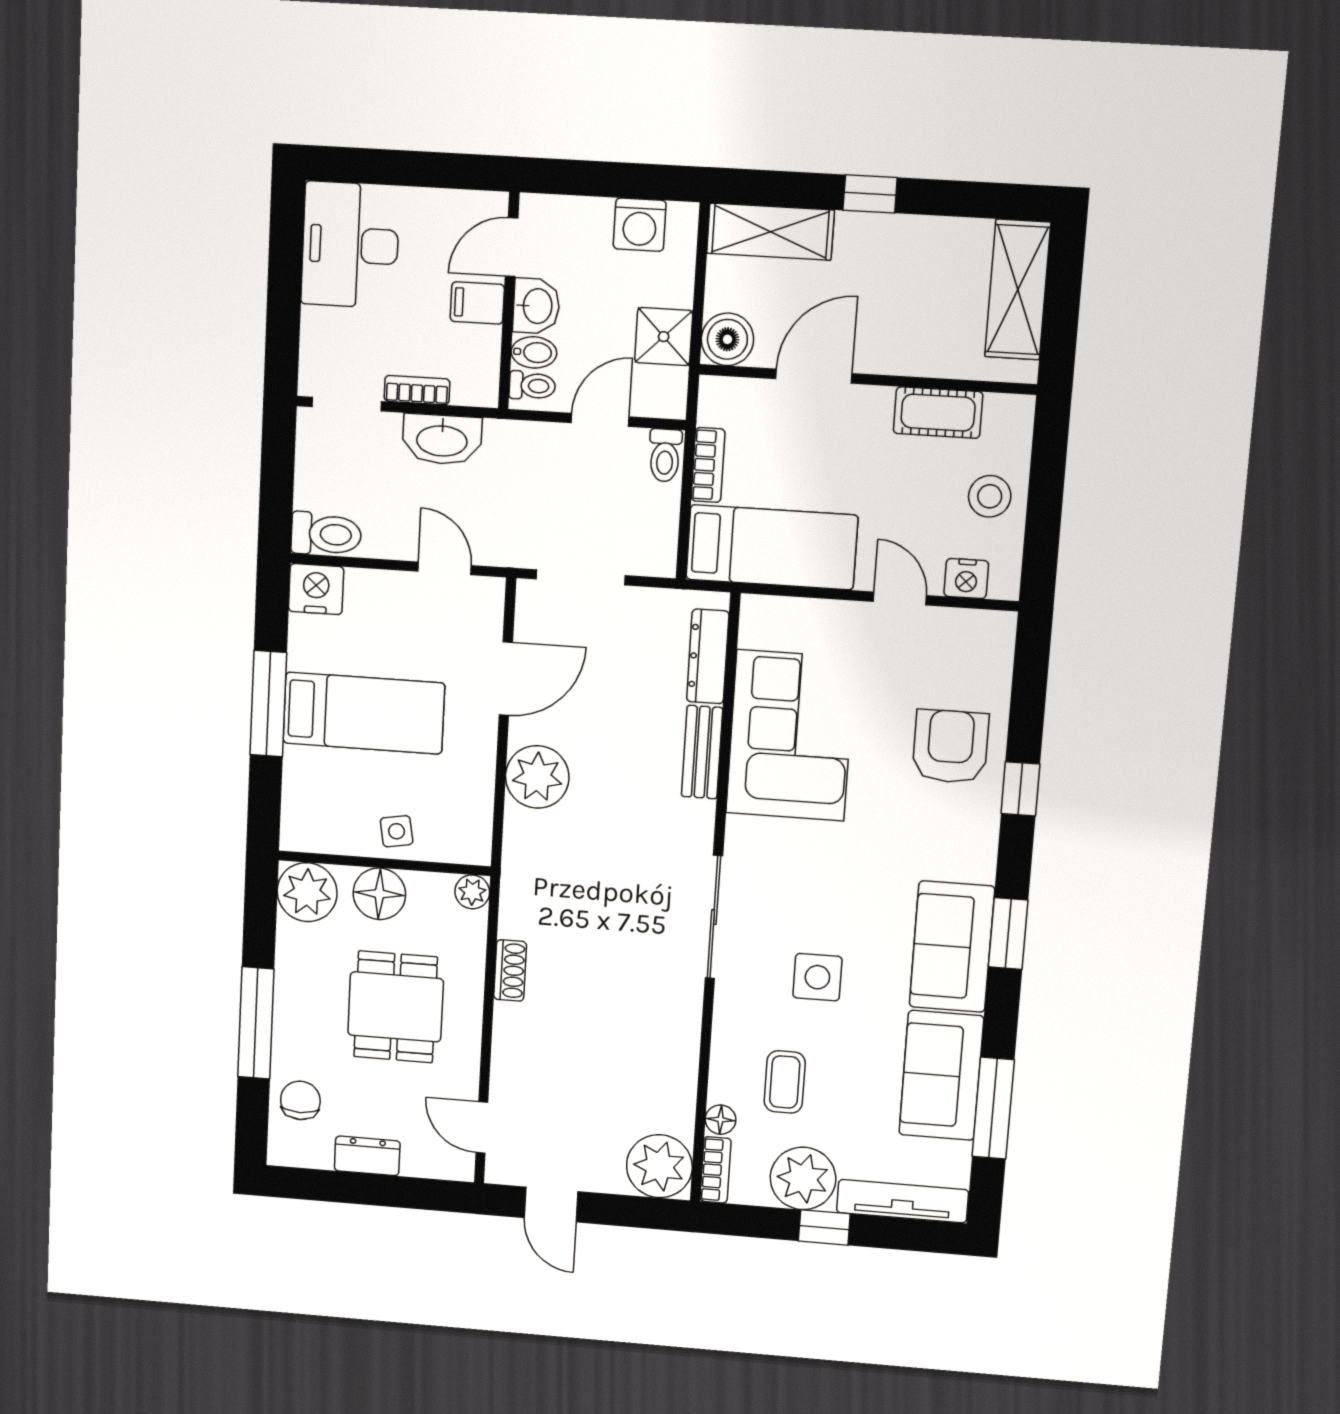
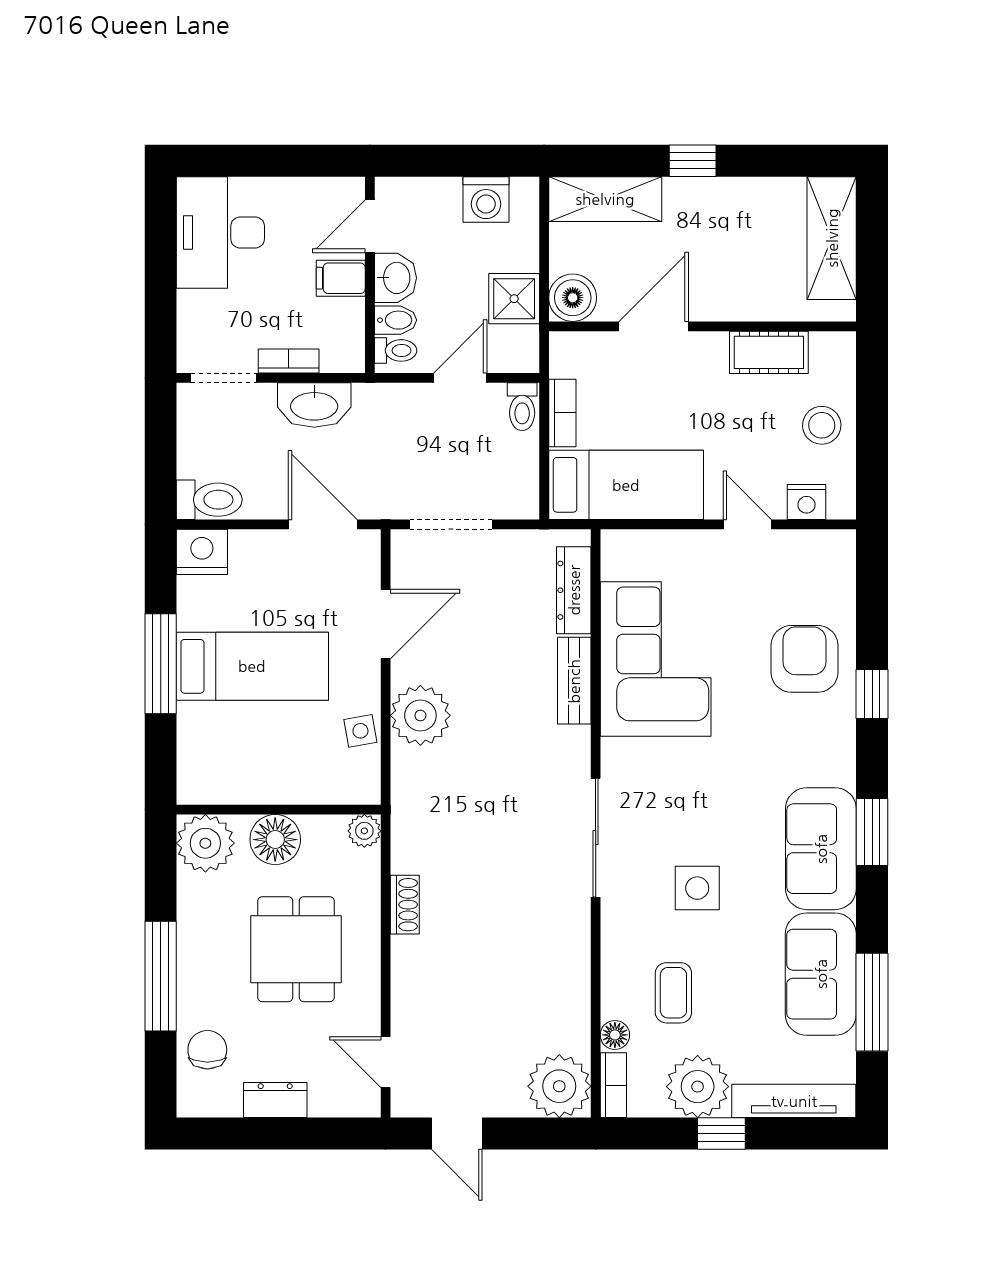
door: (445, 568) -> (323, 524), width x1.38
side table: (397, 831) -> (360, 731), moved

